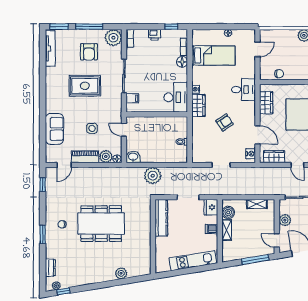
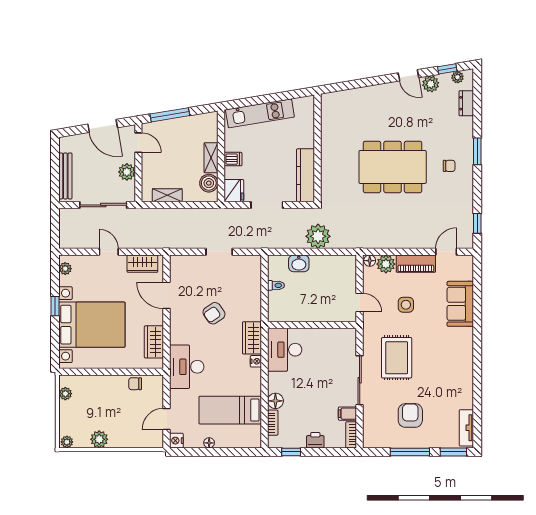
plant: (113, 38) -> (375, 436), removed
tv unit: (50, 48) -> (466, 428), width x0.71
rug: (85, 86) -> (397, 358), moved, turned 90
desk: (243, 90) -> (187, 367), width x1.37
filing cabinet: (132, 98) -> (347, 414), moved
nightstand: (251, 154) -> (176, 441), moved
washbasin: (133, 157) -> (299, 263), moved
plant: (121, 273) -> (431, 84), moved
door: (90, 287) -> (408, 75), added

